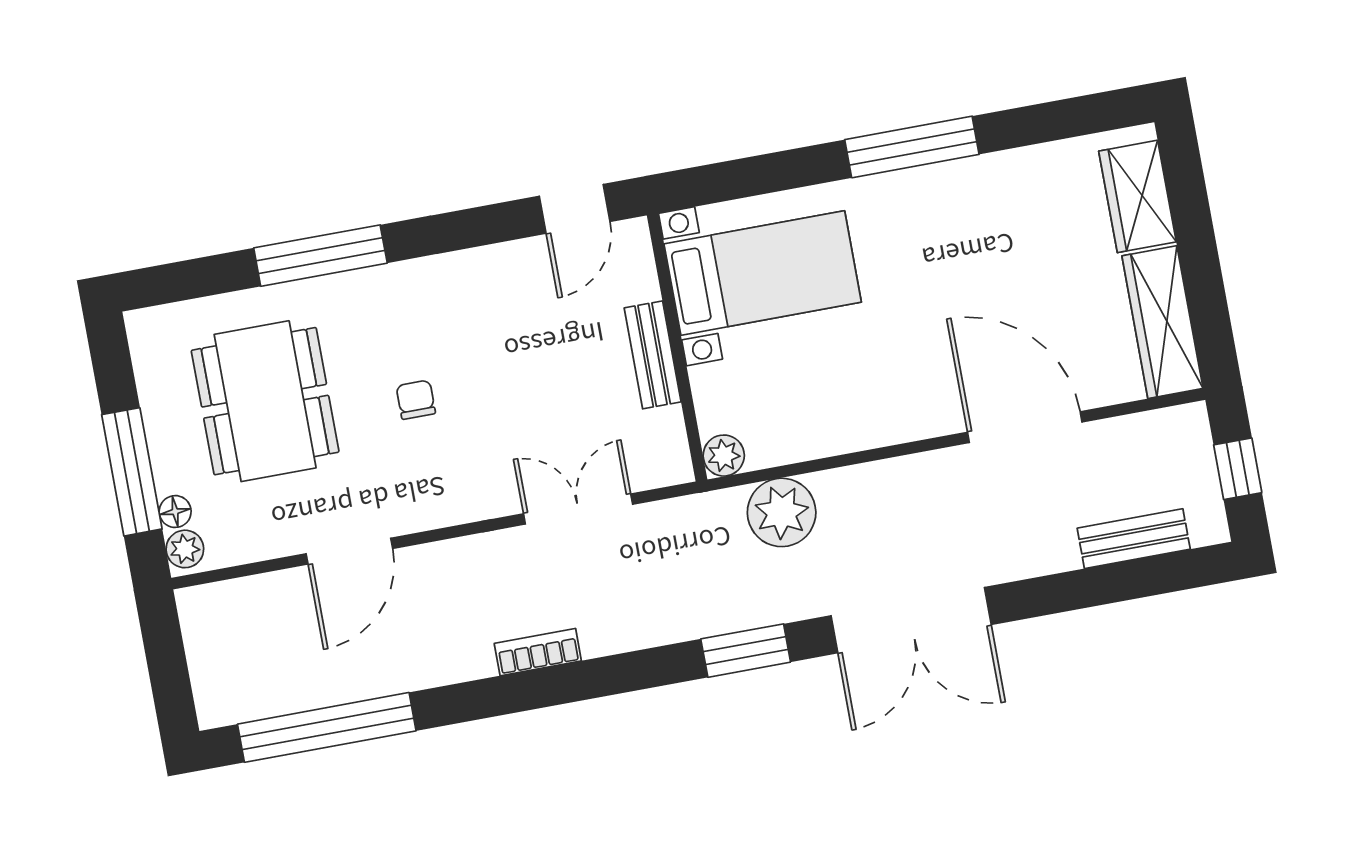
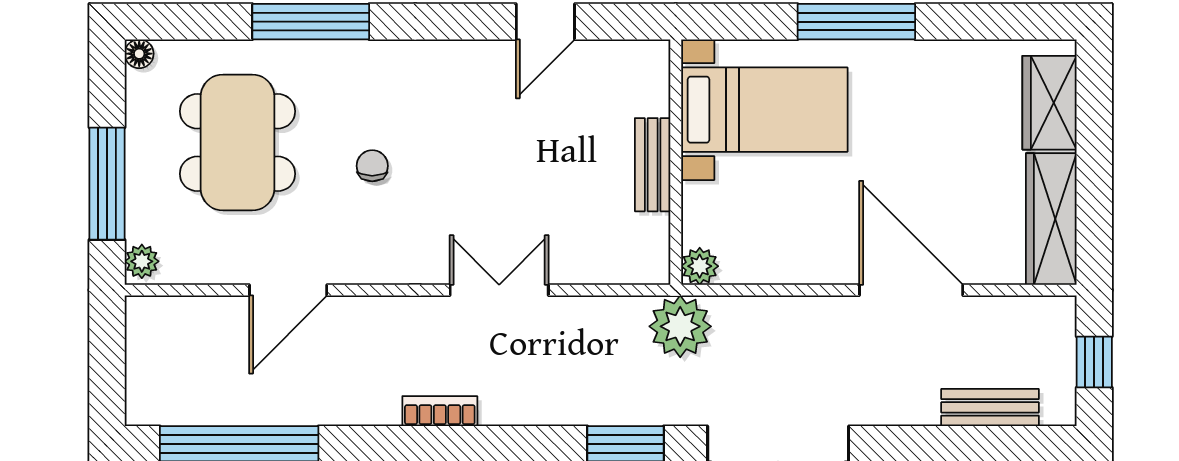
bed with nightstands: (763, 273) -> (764, 110), moved
wall: (677, 347) -> (676, 162), moved
bench: (653, 355) -> (653, 165), moved
plant: (724, 456) -> (700, 266), moved
floor lamp: (175, 512) -> (139, 54), moved

